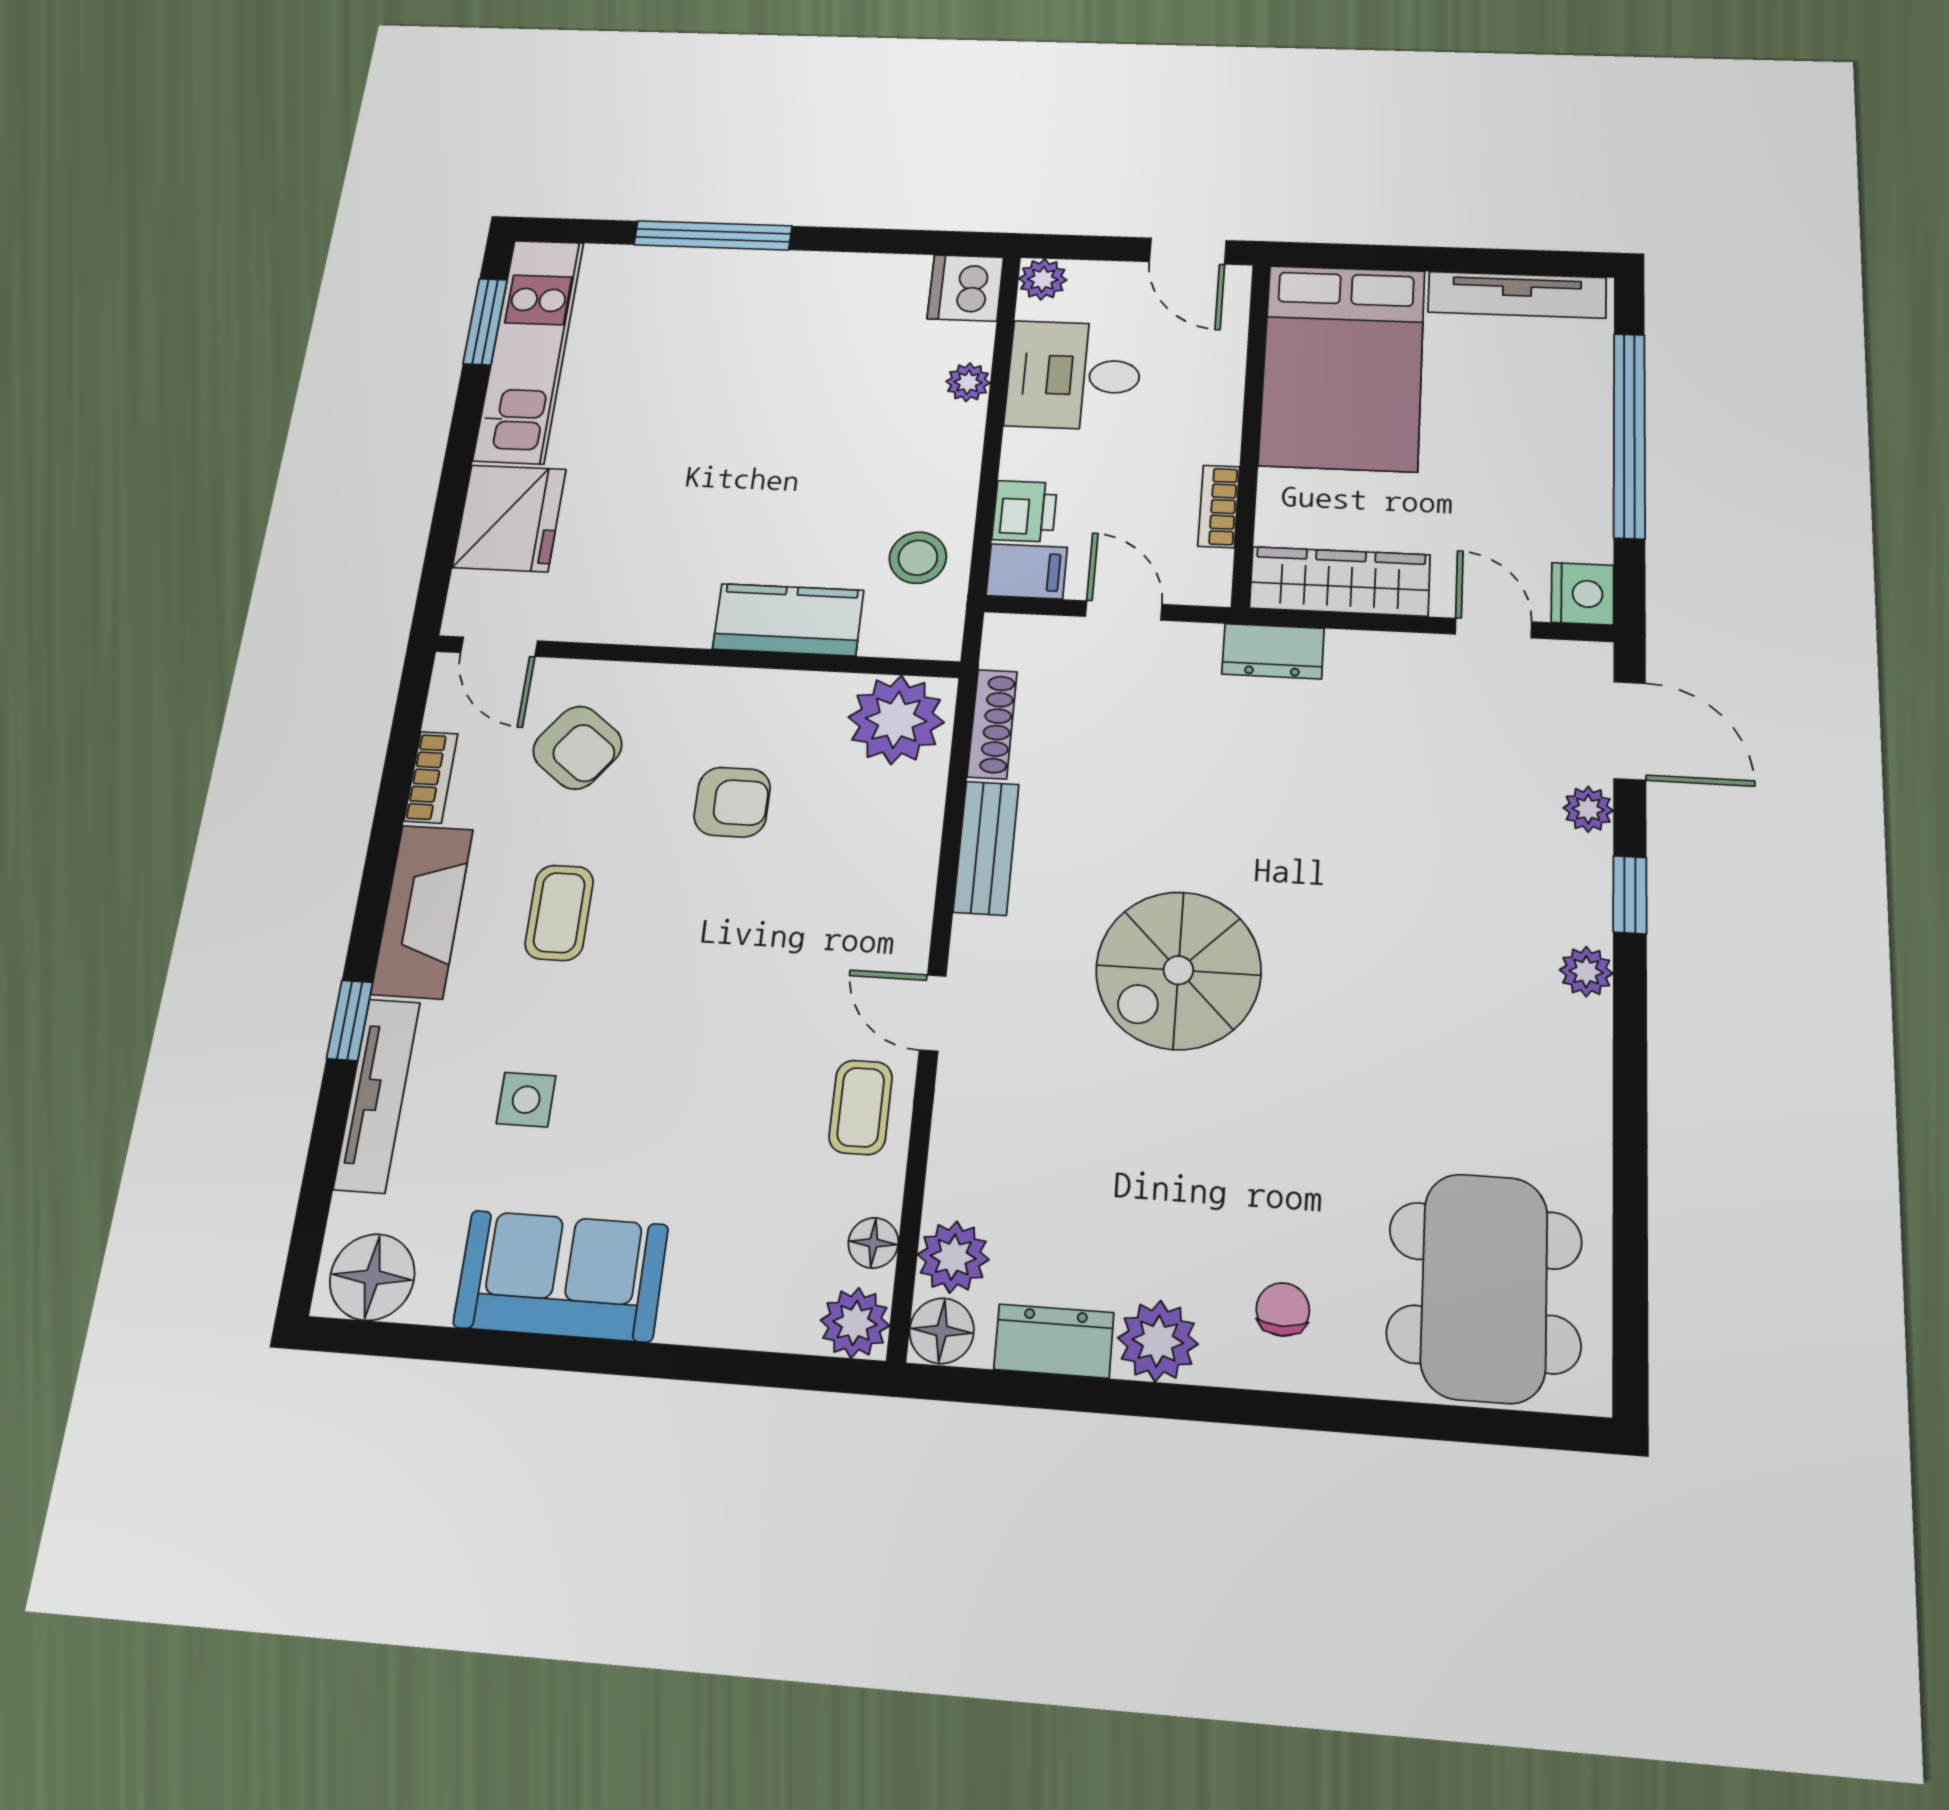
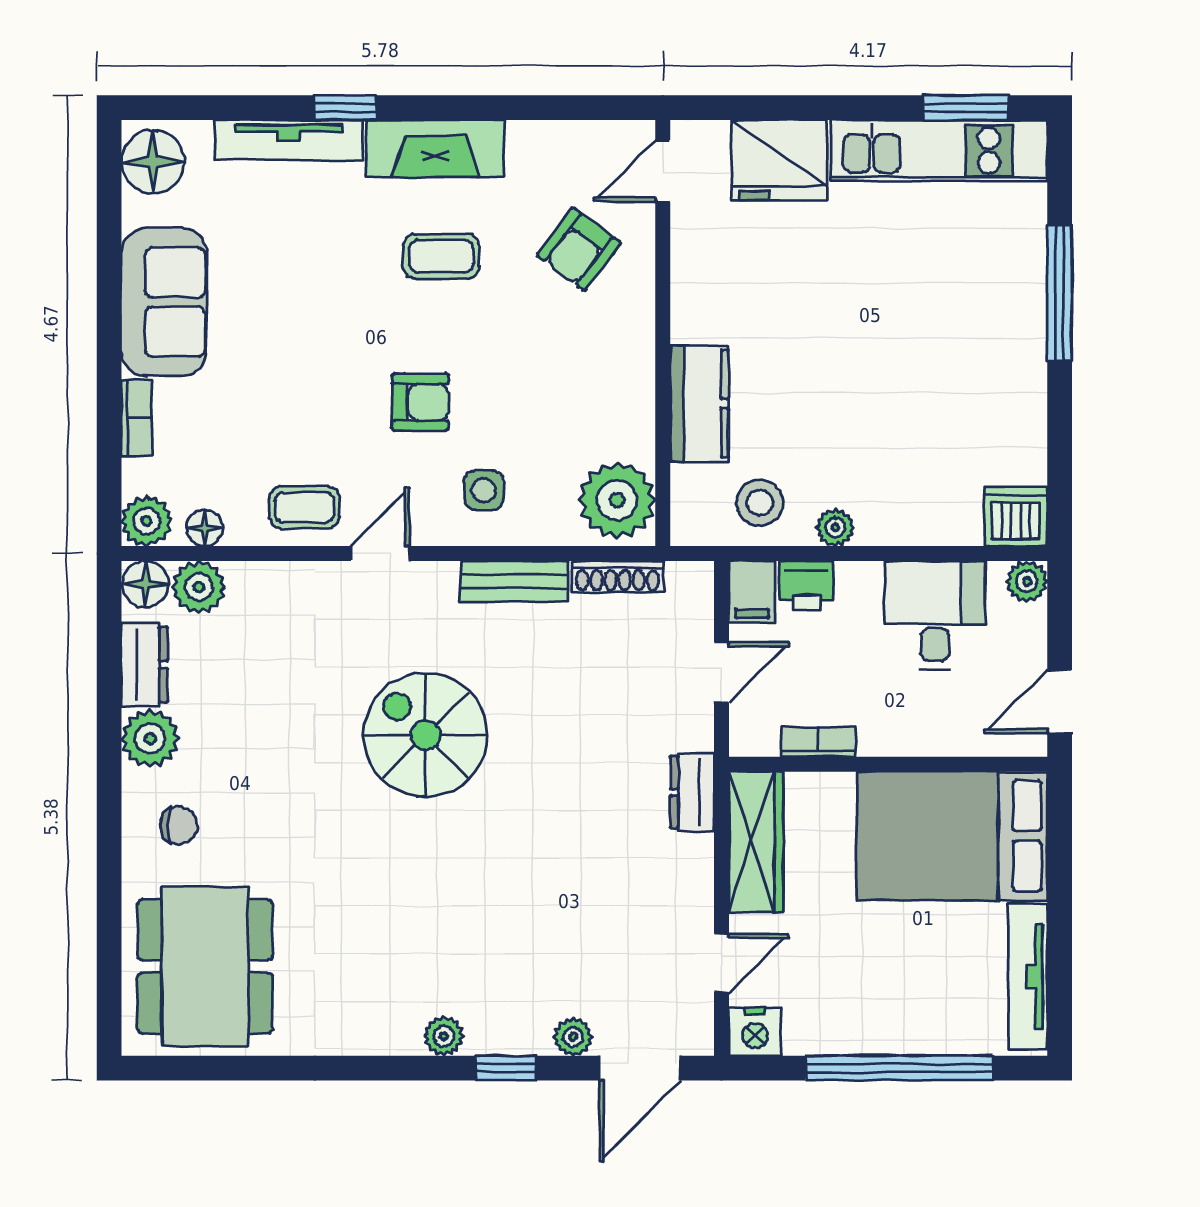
plant: (968, 382) -> (835, 528), moved
bookcase: (431, 777) -> (137, 418), moved, turned -90
armchair: (732, 802) -> (420, 402), moved, turned -90
side table: (526, 1100) -> (484, 490), moved
dining table: (1484, 1287) -> (205, 966), turned 90

